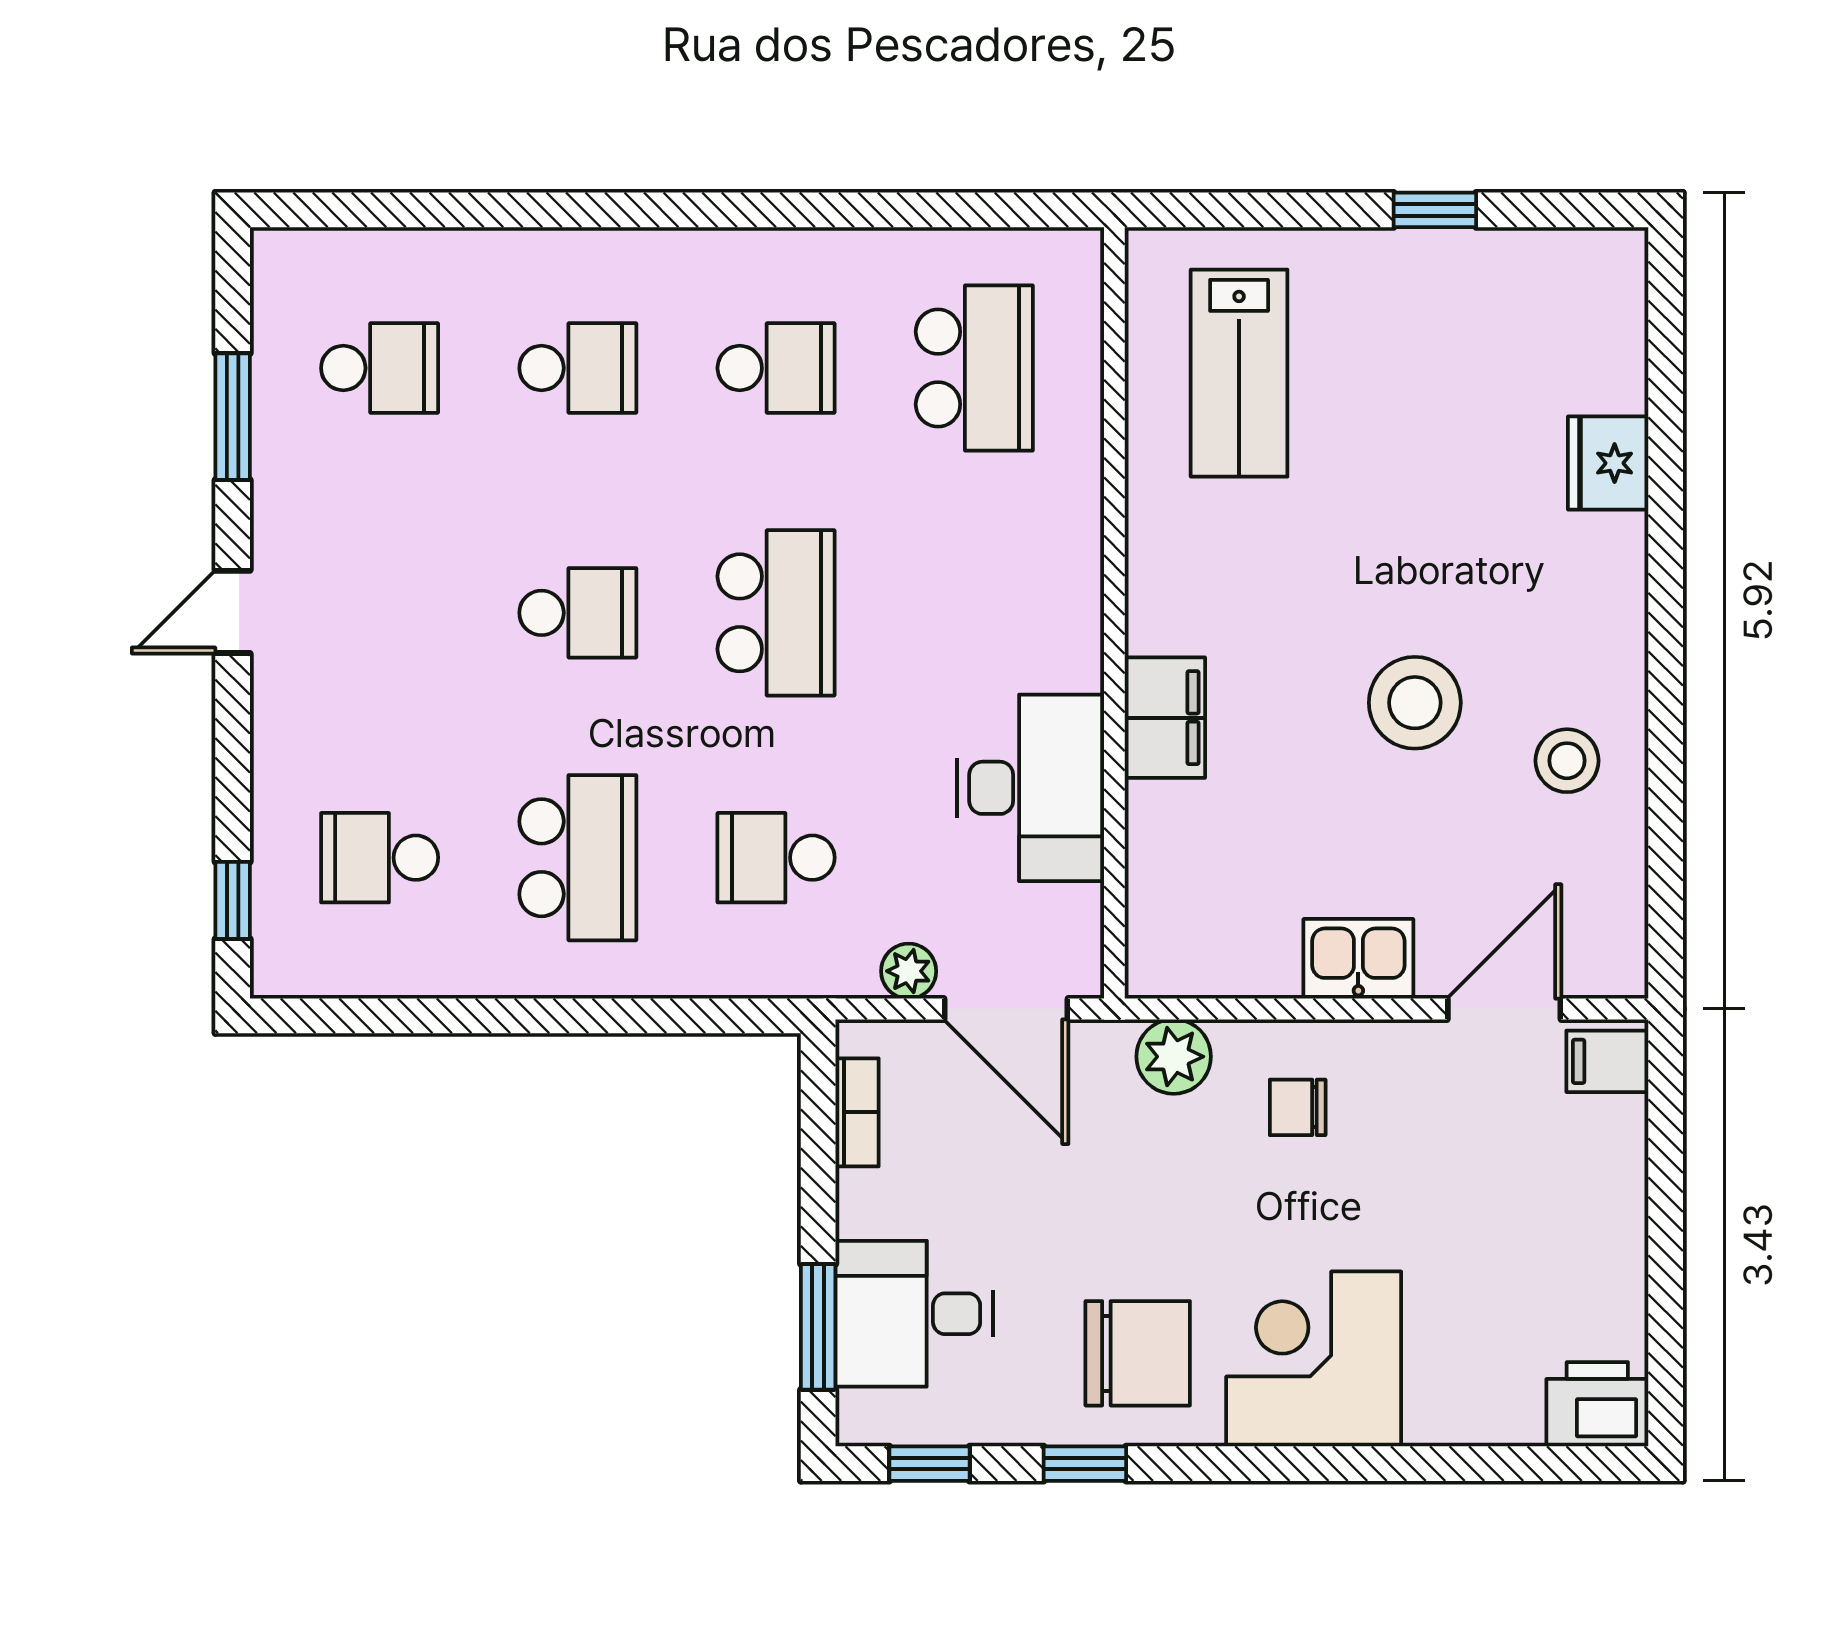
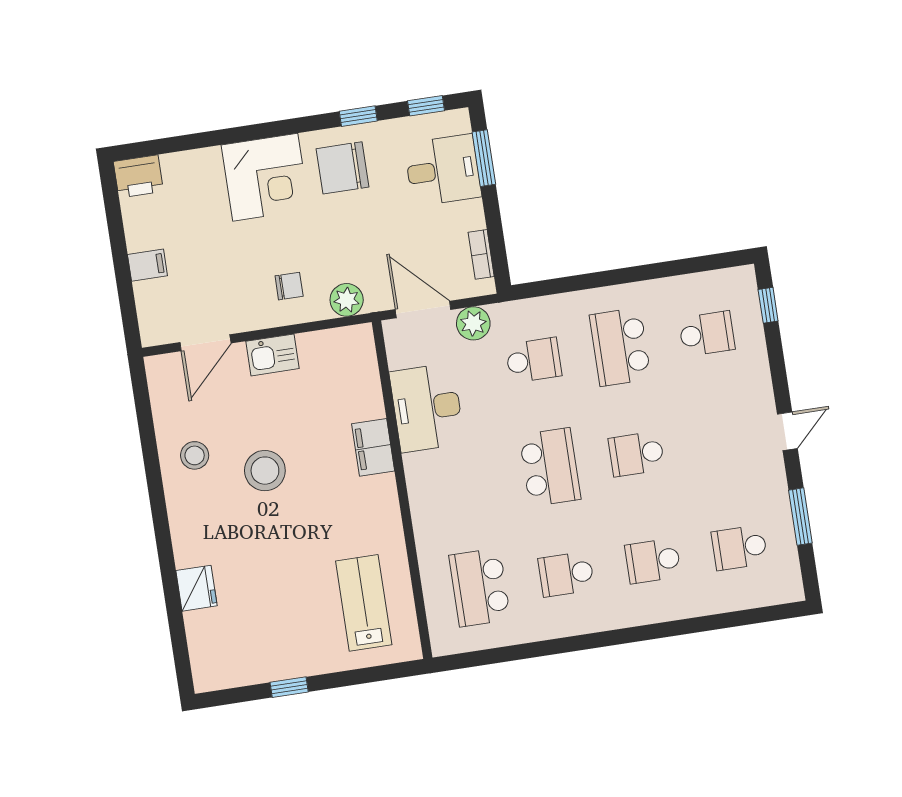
school desk: (776, 613) -> (550, 467), turned 180
plant: (909, 971) -> (473, 323), width x1.38, depth x1.38
filing cabinet: (1607, 1061) -> (147, 265), moved

